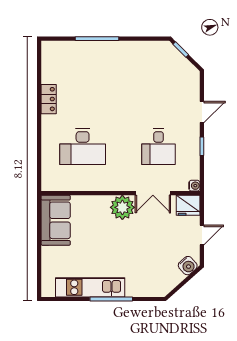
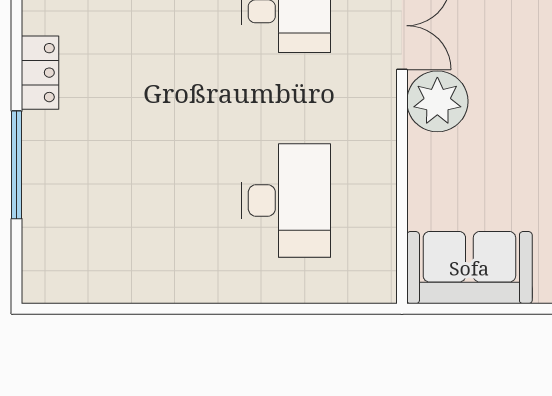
locker: (49, 99) -> (40, 73), moved, turned 90

